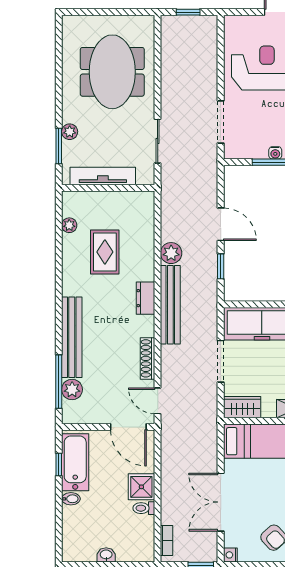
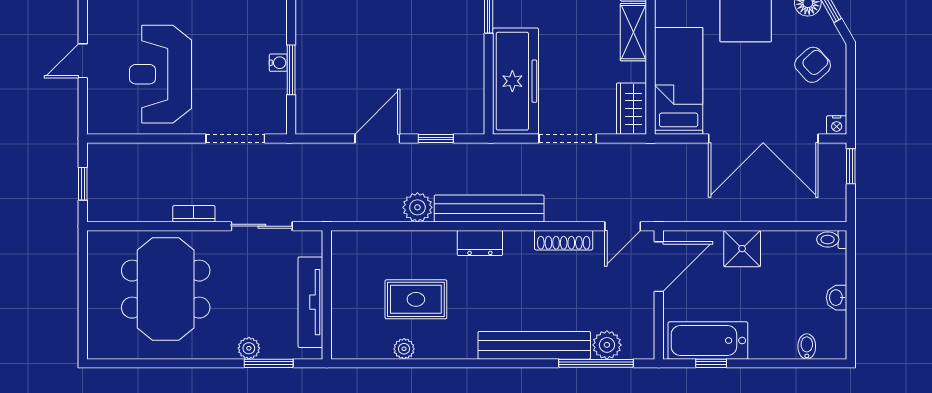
meeting table: (112, 72) -> (166, 289), turned 90
plant: (69, 225) -> (404, 349), moved
bidet: (71, 499) -> (807, 346), moved
double door: (221, 502) -> (763, 138), width x1.36
toilet: (144, 508) -> (832, 239), moved, turned 90
bookcase: (166, 541) -> (194, 214), moved

